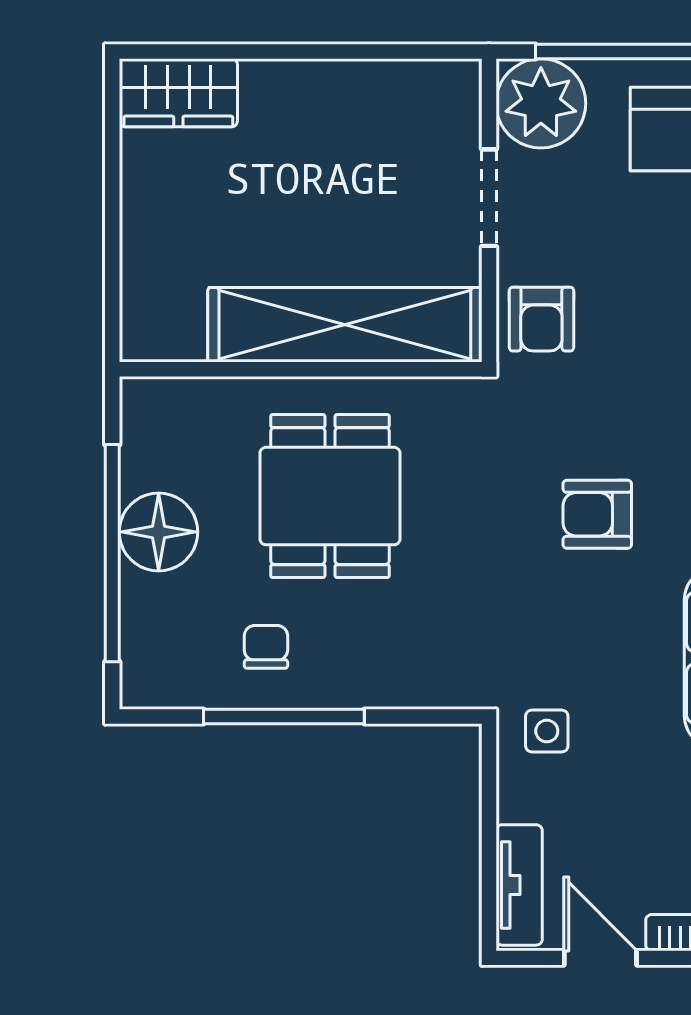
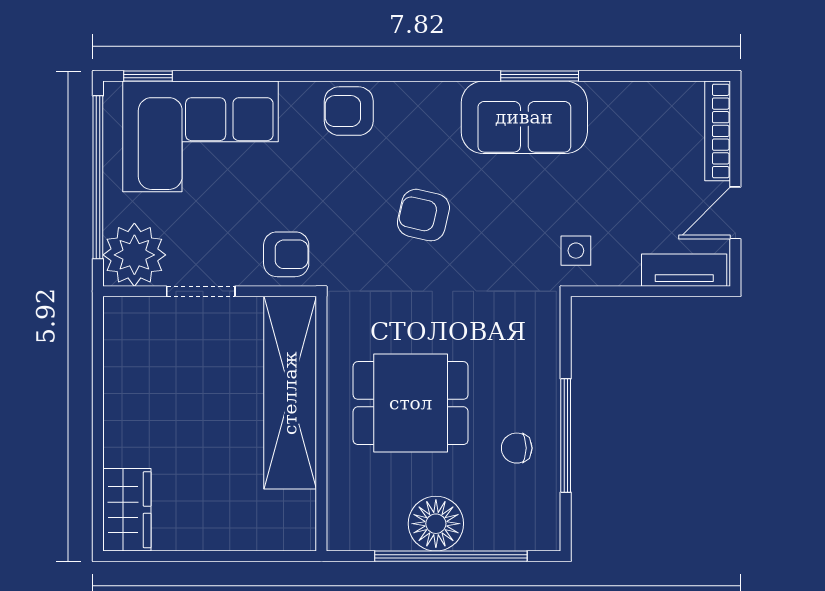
armchair: (597, 514) -> (423, 215), turned 103

